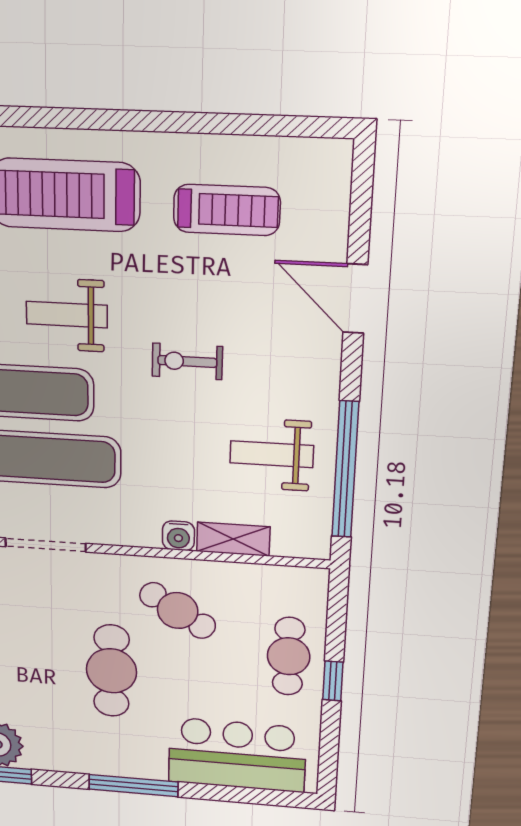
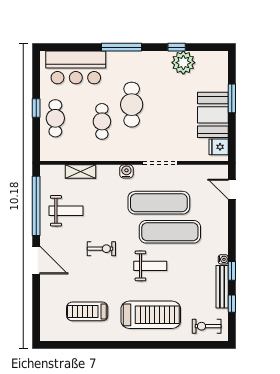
door: (355, 299) -> (36, 260), moved
water cooler: (178, 536) -> (126, 171), moved
cafe table: (178, 611) -> (102, 121), moved, turned 58

